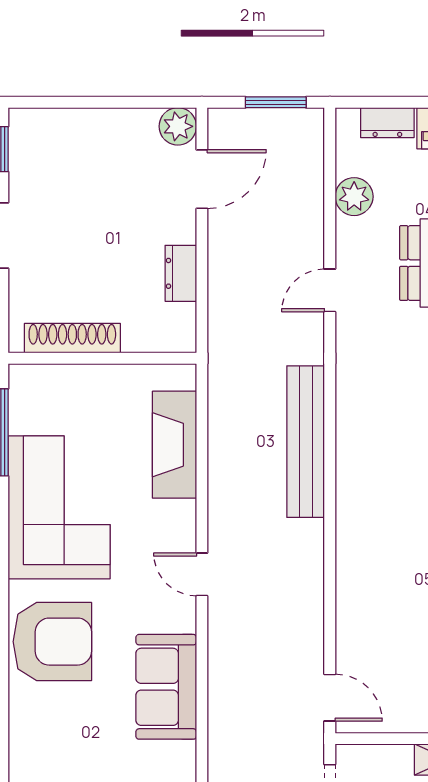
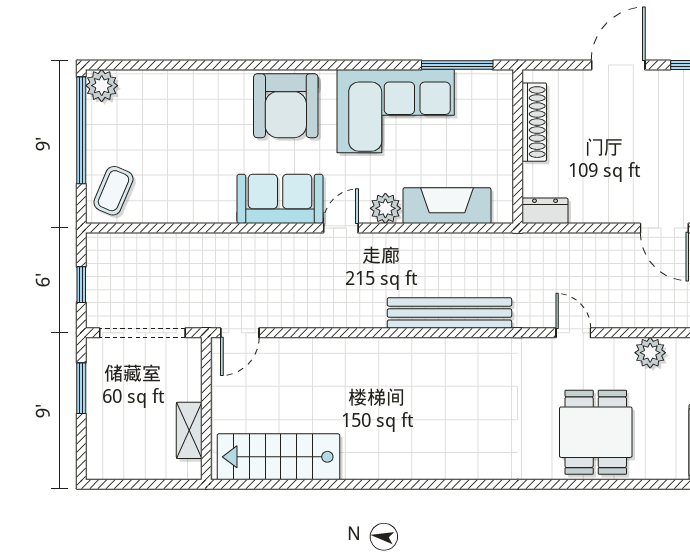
dresser: (181, 273) -> (545, 211), moved
plant: (178, 520) -> (385, 208), added
sofa: (166, 687) -> (280, 199), moved

